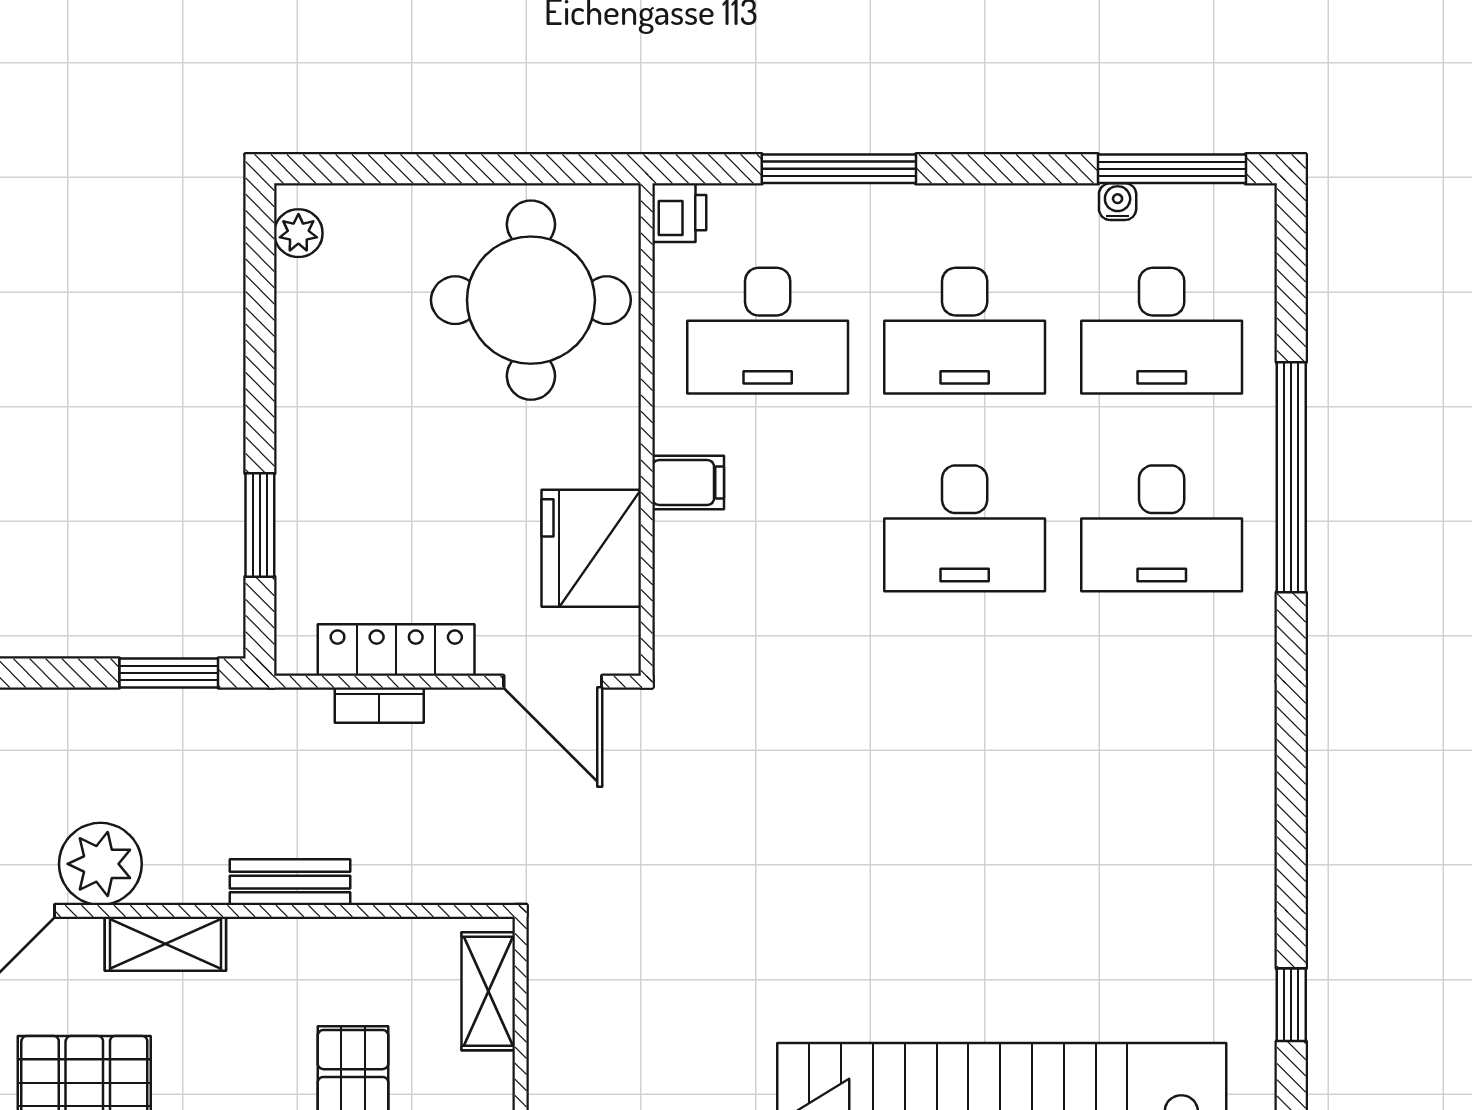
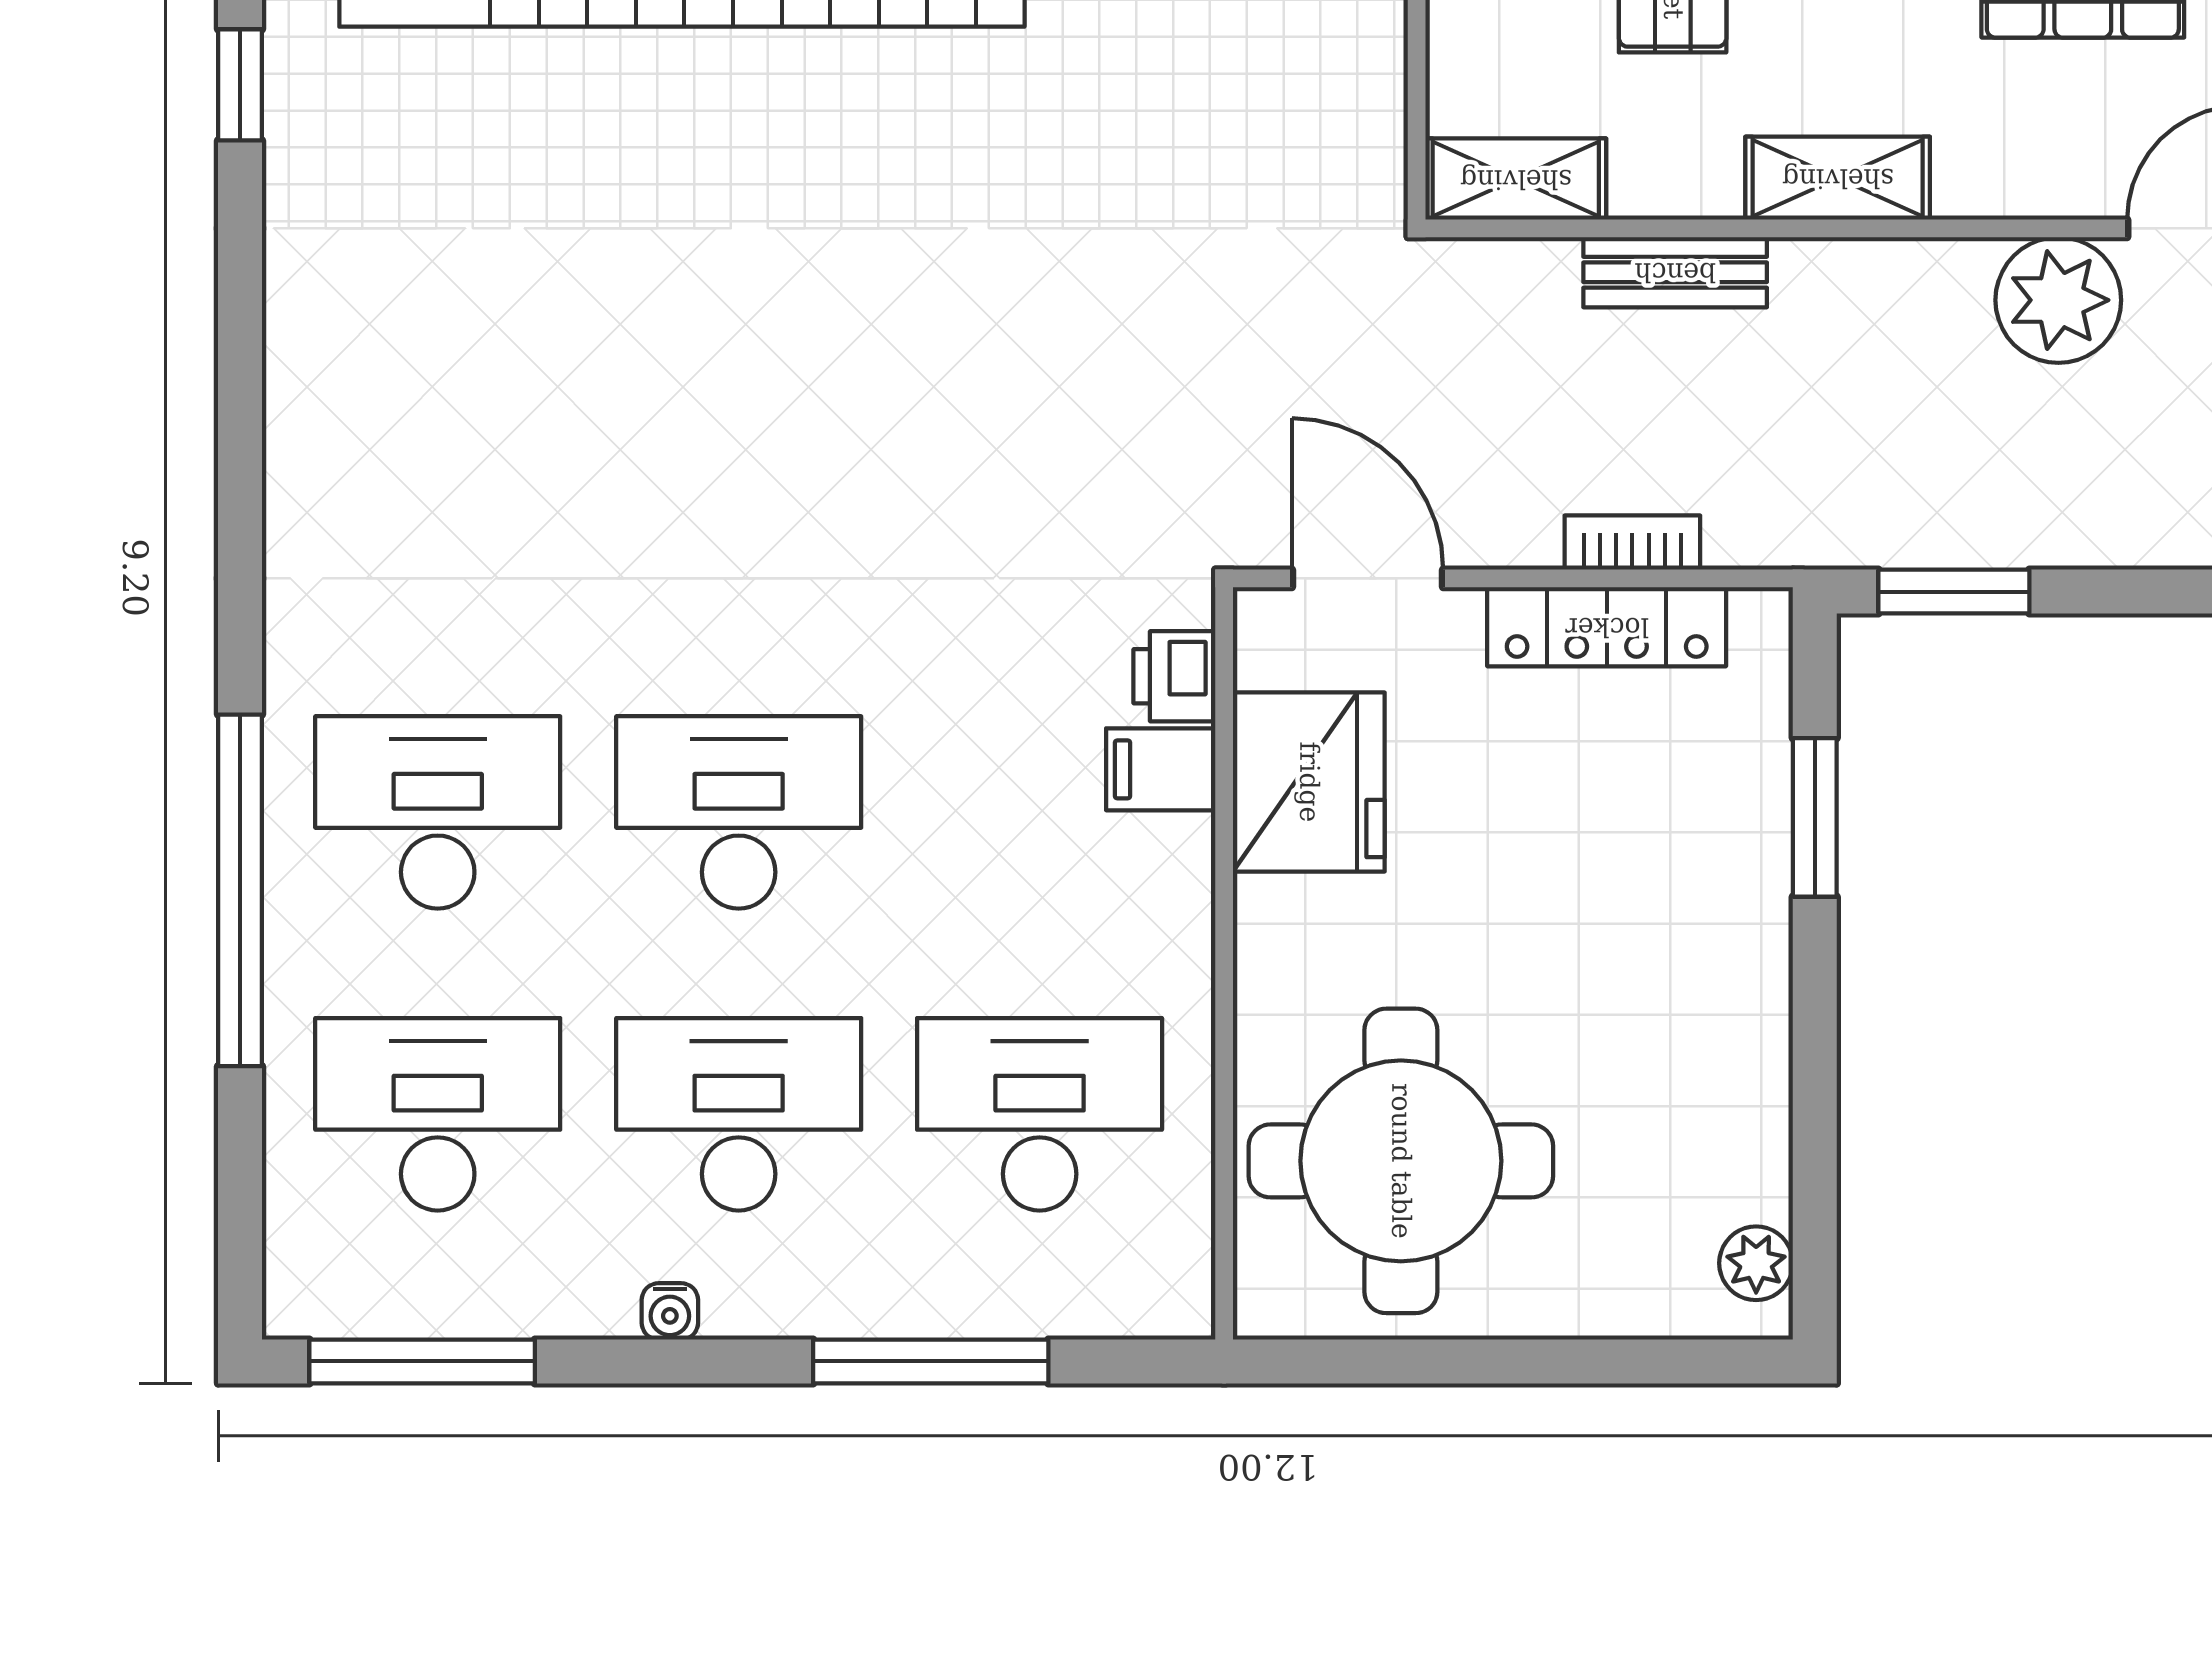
water cooler: (1118, 202) -> (670, 1311), moved
printer: (679, 213) -> (1174, 676), moved
filing cabinet: (688, 482) -> (1161, 769), moved
bench: (290, 882) -> (1675, 272), moved
shelving: (165, 944) -> (1838, 178), moved
shelving: (488, 991) -> (1516, 179), moved, turned 90

